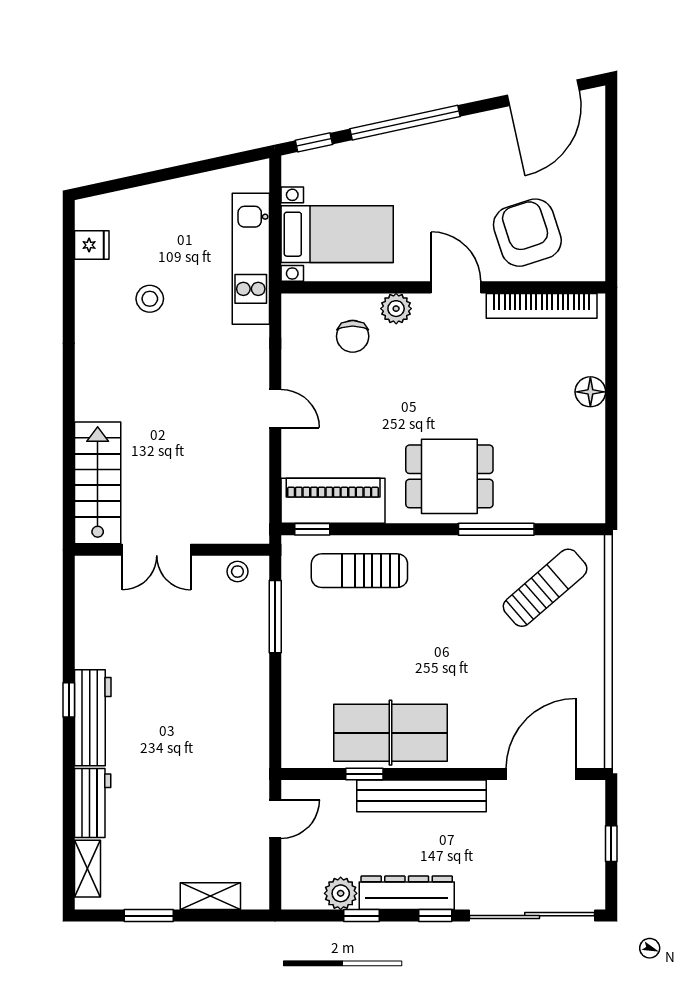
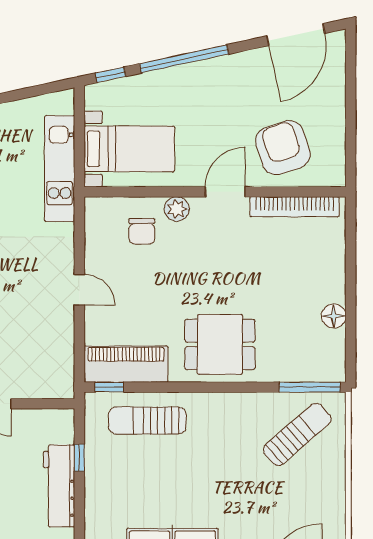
door: (456, 287) -> (225, 192), hinge flipped
floor lamp: (590, 392) -> (334, 316), moved
window: (496, 529) -> (310, 387), moved
stool: (237, 572) -> (49, 421), removed
window: (275, 617) -> (79, 458), width x0.46
workbench: (250, 652) -> (59, 486), added

